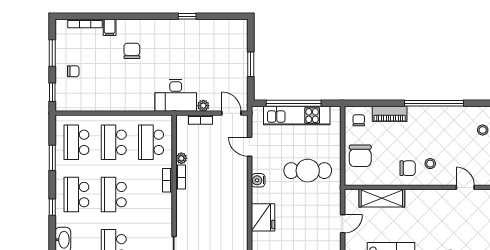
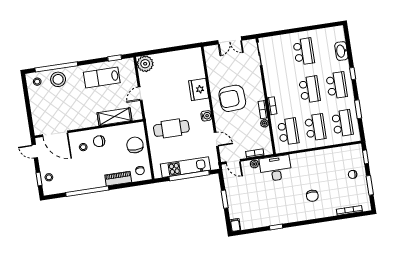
filing cabinet: (110, 27) -> (235, 225), moved
door: (465, 187) -> (55, 134), width x1.87
armchair: (219, 198) -> (232, 98), added

